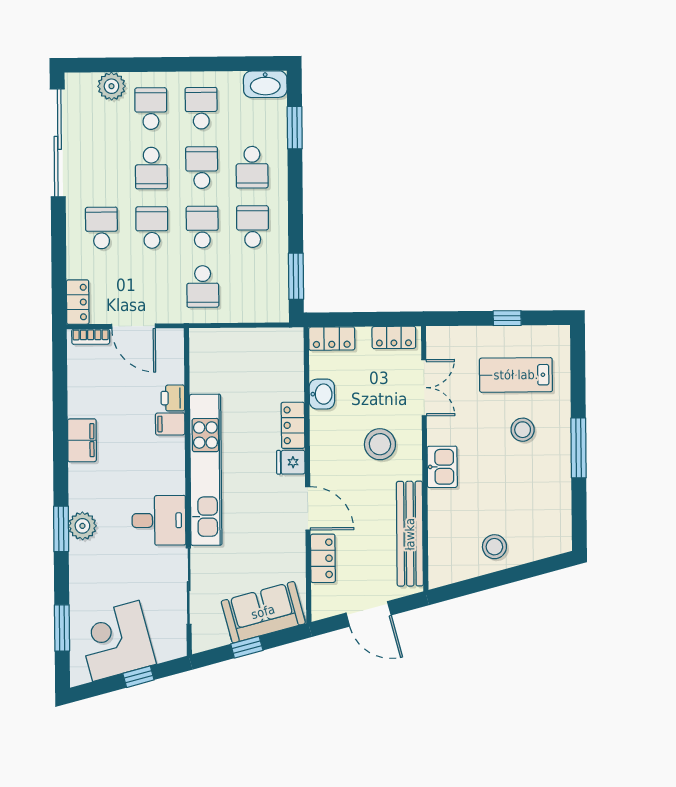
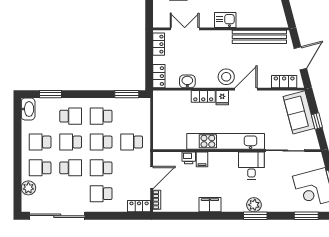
school desk: (203, 286) -> (132, 142), turned 180
stool: (380, 444) -> (226, 77), moved
locker: (323, 558) -> (284, 82), moved

